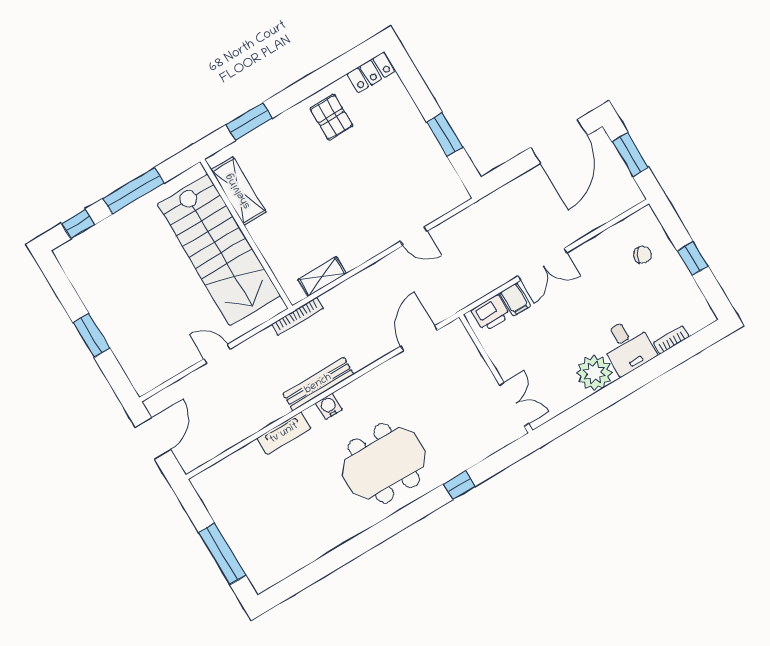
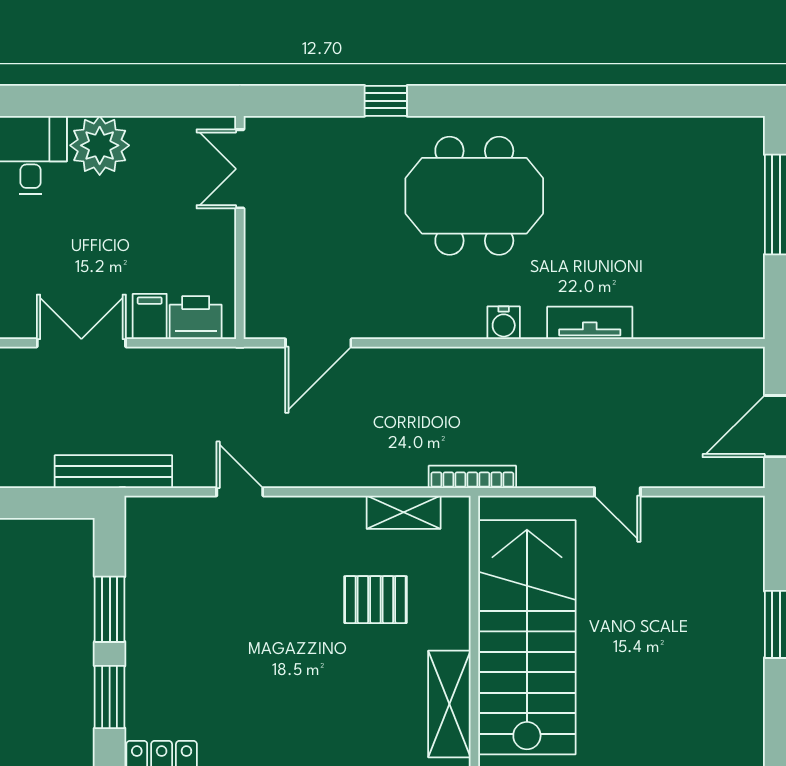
window: (417, 89) -> (110, 697), added
pallet: (331, 117) -> (375, 600), moved, turned 90
bench: (318, 384) -> (113, 472), moved

